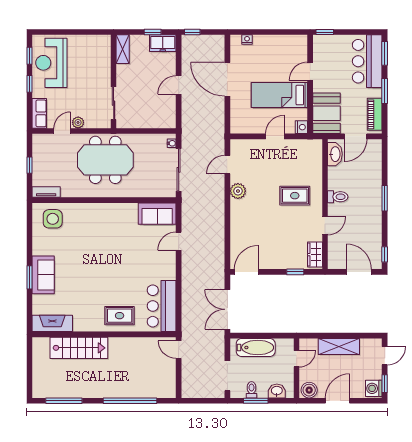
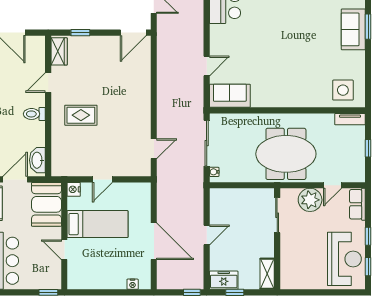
door: (310, 71) -> (64, 250), swing flipped
plant: (78, 122) -> (310, 200), width x1.88, depth x1.88
plant: (238, 191) -> (142, 120), removed

